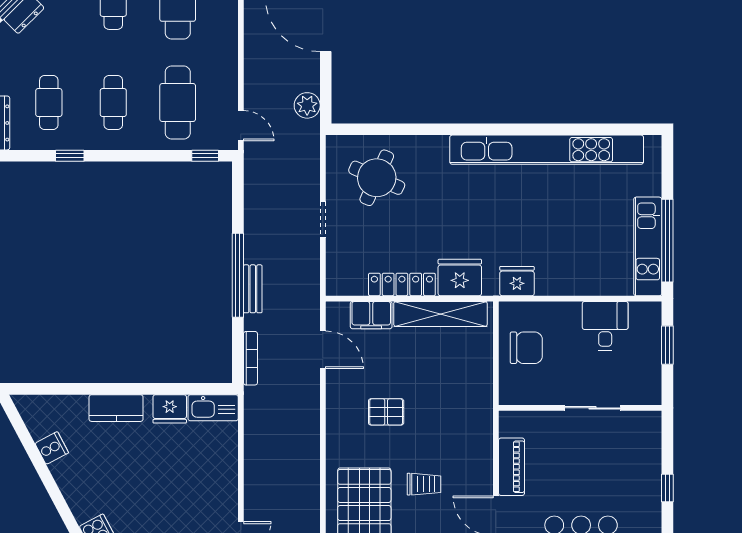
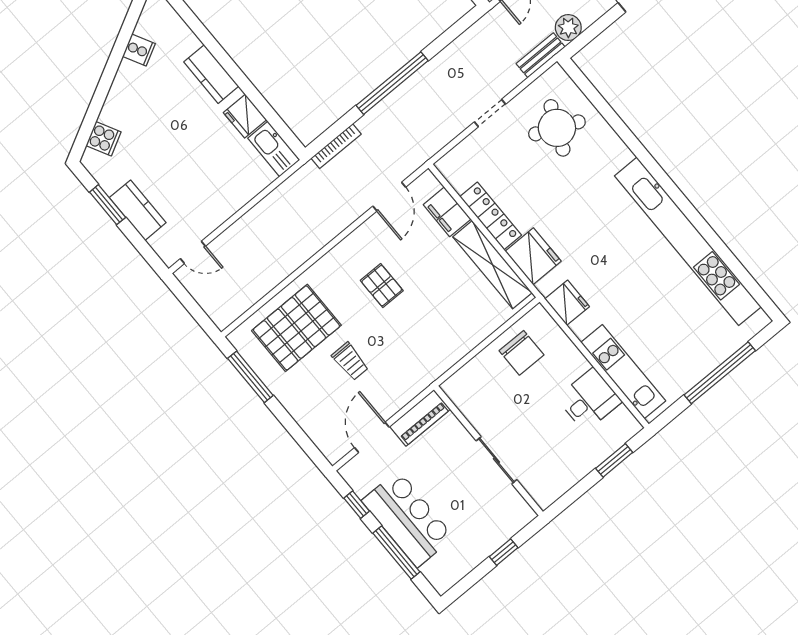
window: (667, 241) -> (720, 373), moved
kitchen unit: (648, 246) -> (623, 372), moved, turned 90
bench: (253, 289) -> (541, 55), moved
wall: (580, 408) -> (488, 451), moved
sliding door: (593, 408) -> (496, 460), moved

